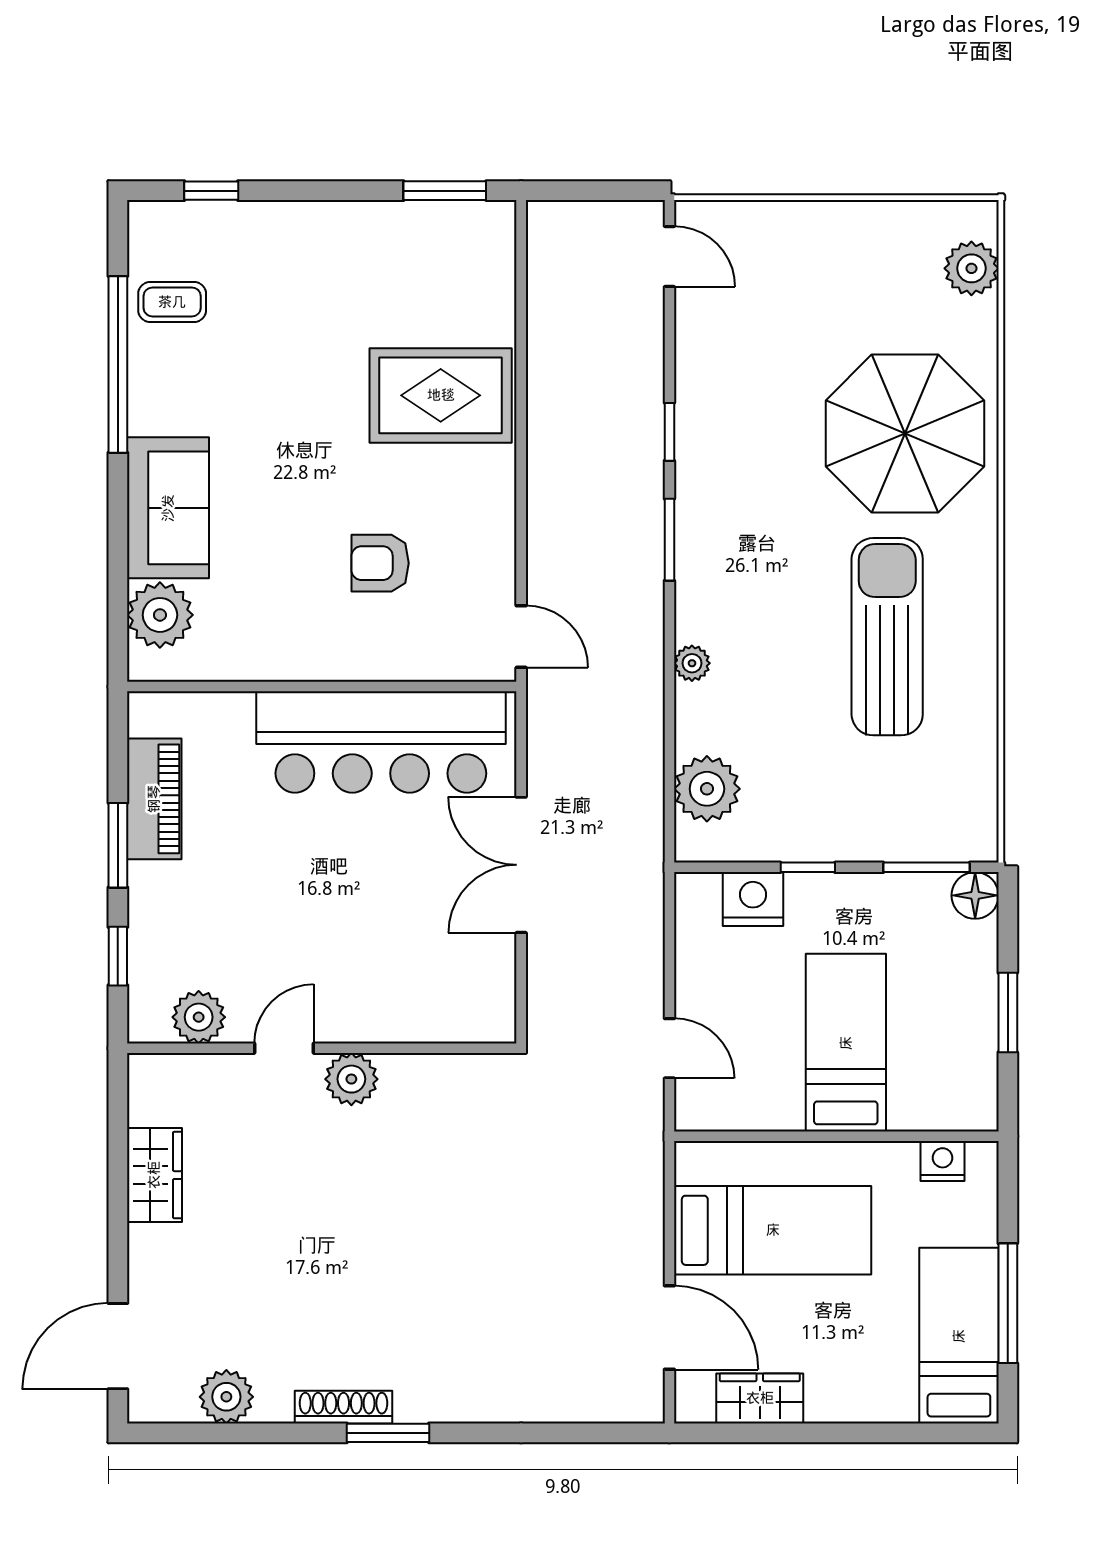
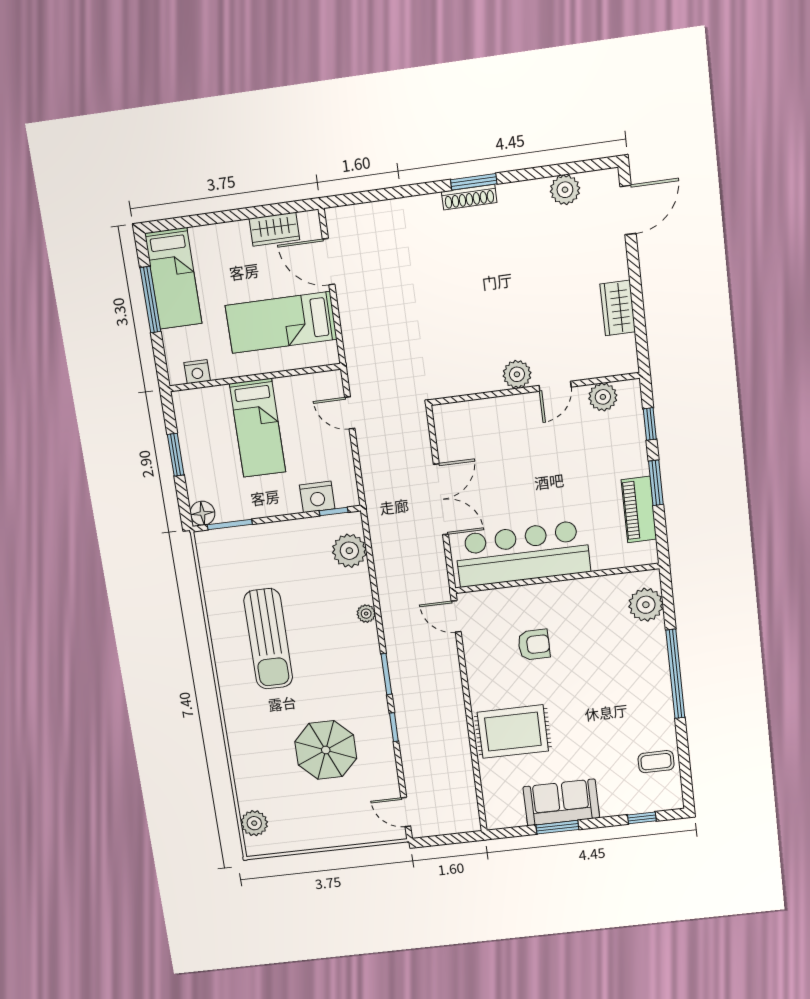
window: (445, 191) -> (557, 827), moved
window: (118, 364) -> (675, 674), moved
parasol: (905, 433) -> (326, 750), moved, width x0.73, depth x0.73
sofa: (168, 508) -> (561, 802), moved, turned 90
window: (808, 867) -> (334, 511), moved
shoe rack: (344, 1407) -> (469, 197), moved

